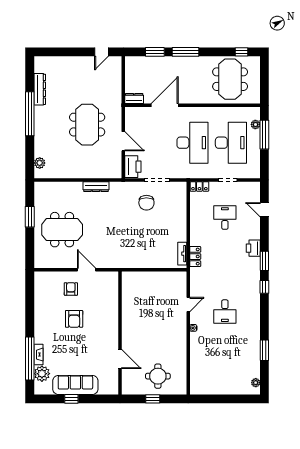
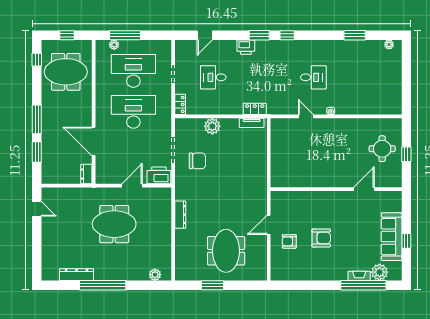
window: (264, 80) -> (67, 35), added
plant: (179, 217) -> (212, 126), added

